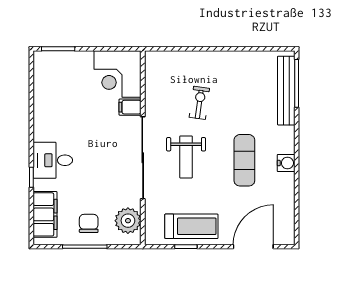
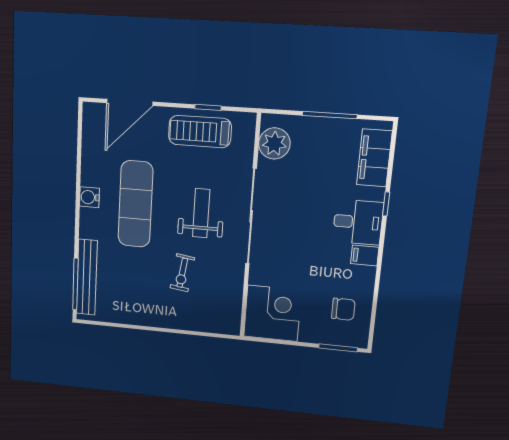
filing cabinet: (130, 107) -> (365, 255), moved, turned 180
exercise mat: (244, 160) -> (135, 204), width x1.36, depth x1.45
chair: (89, 223) -> (343, 309), moved, turned -90

